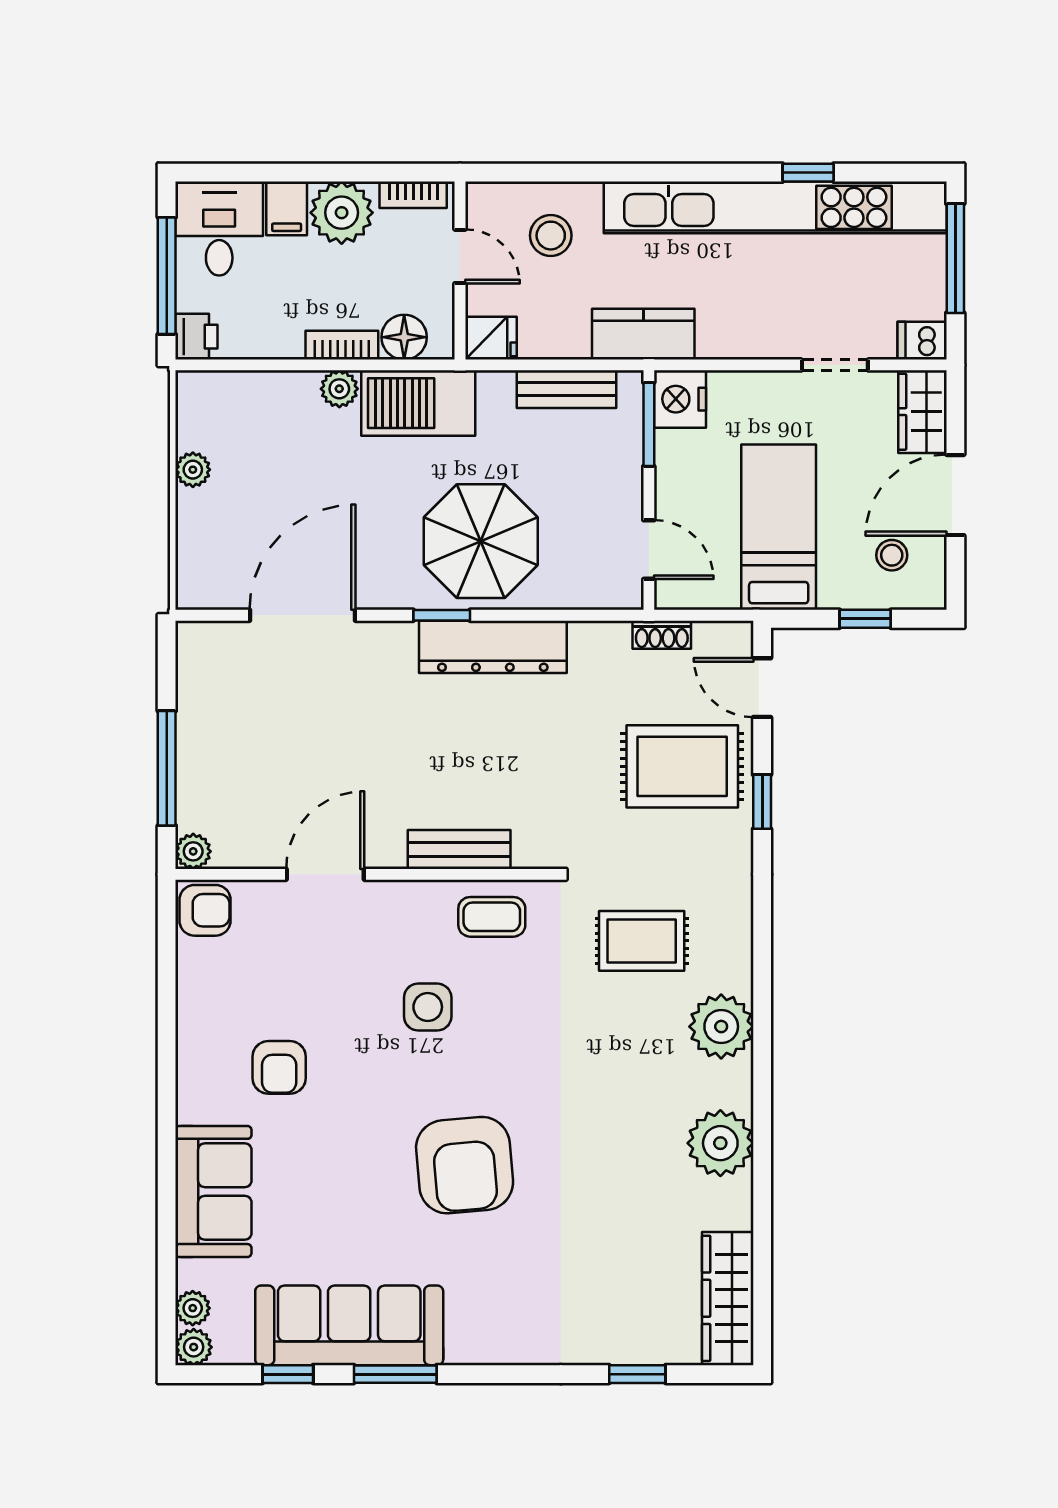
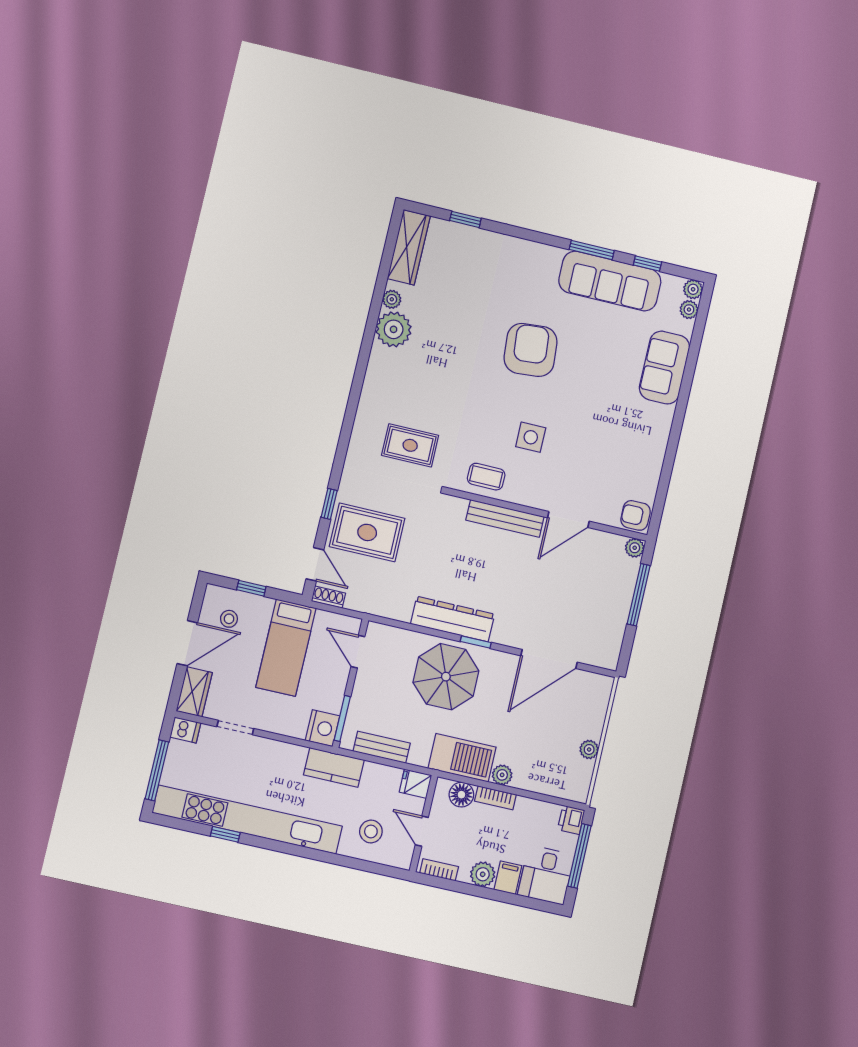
plant: (342, 213) -> (483, 874), width x0.73, depth x0.73
shoe rack: (662, 635) -> (328, 597), moved
bench: (459, 849) -> (505, 518), width x1.36
plant: (721, 1027) -> (392, 299), moved, width x0.53, depth x0.53
armchair: (279, 1067) -> (616, 424), removed

